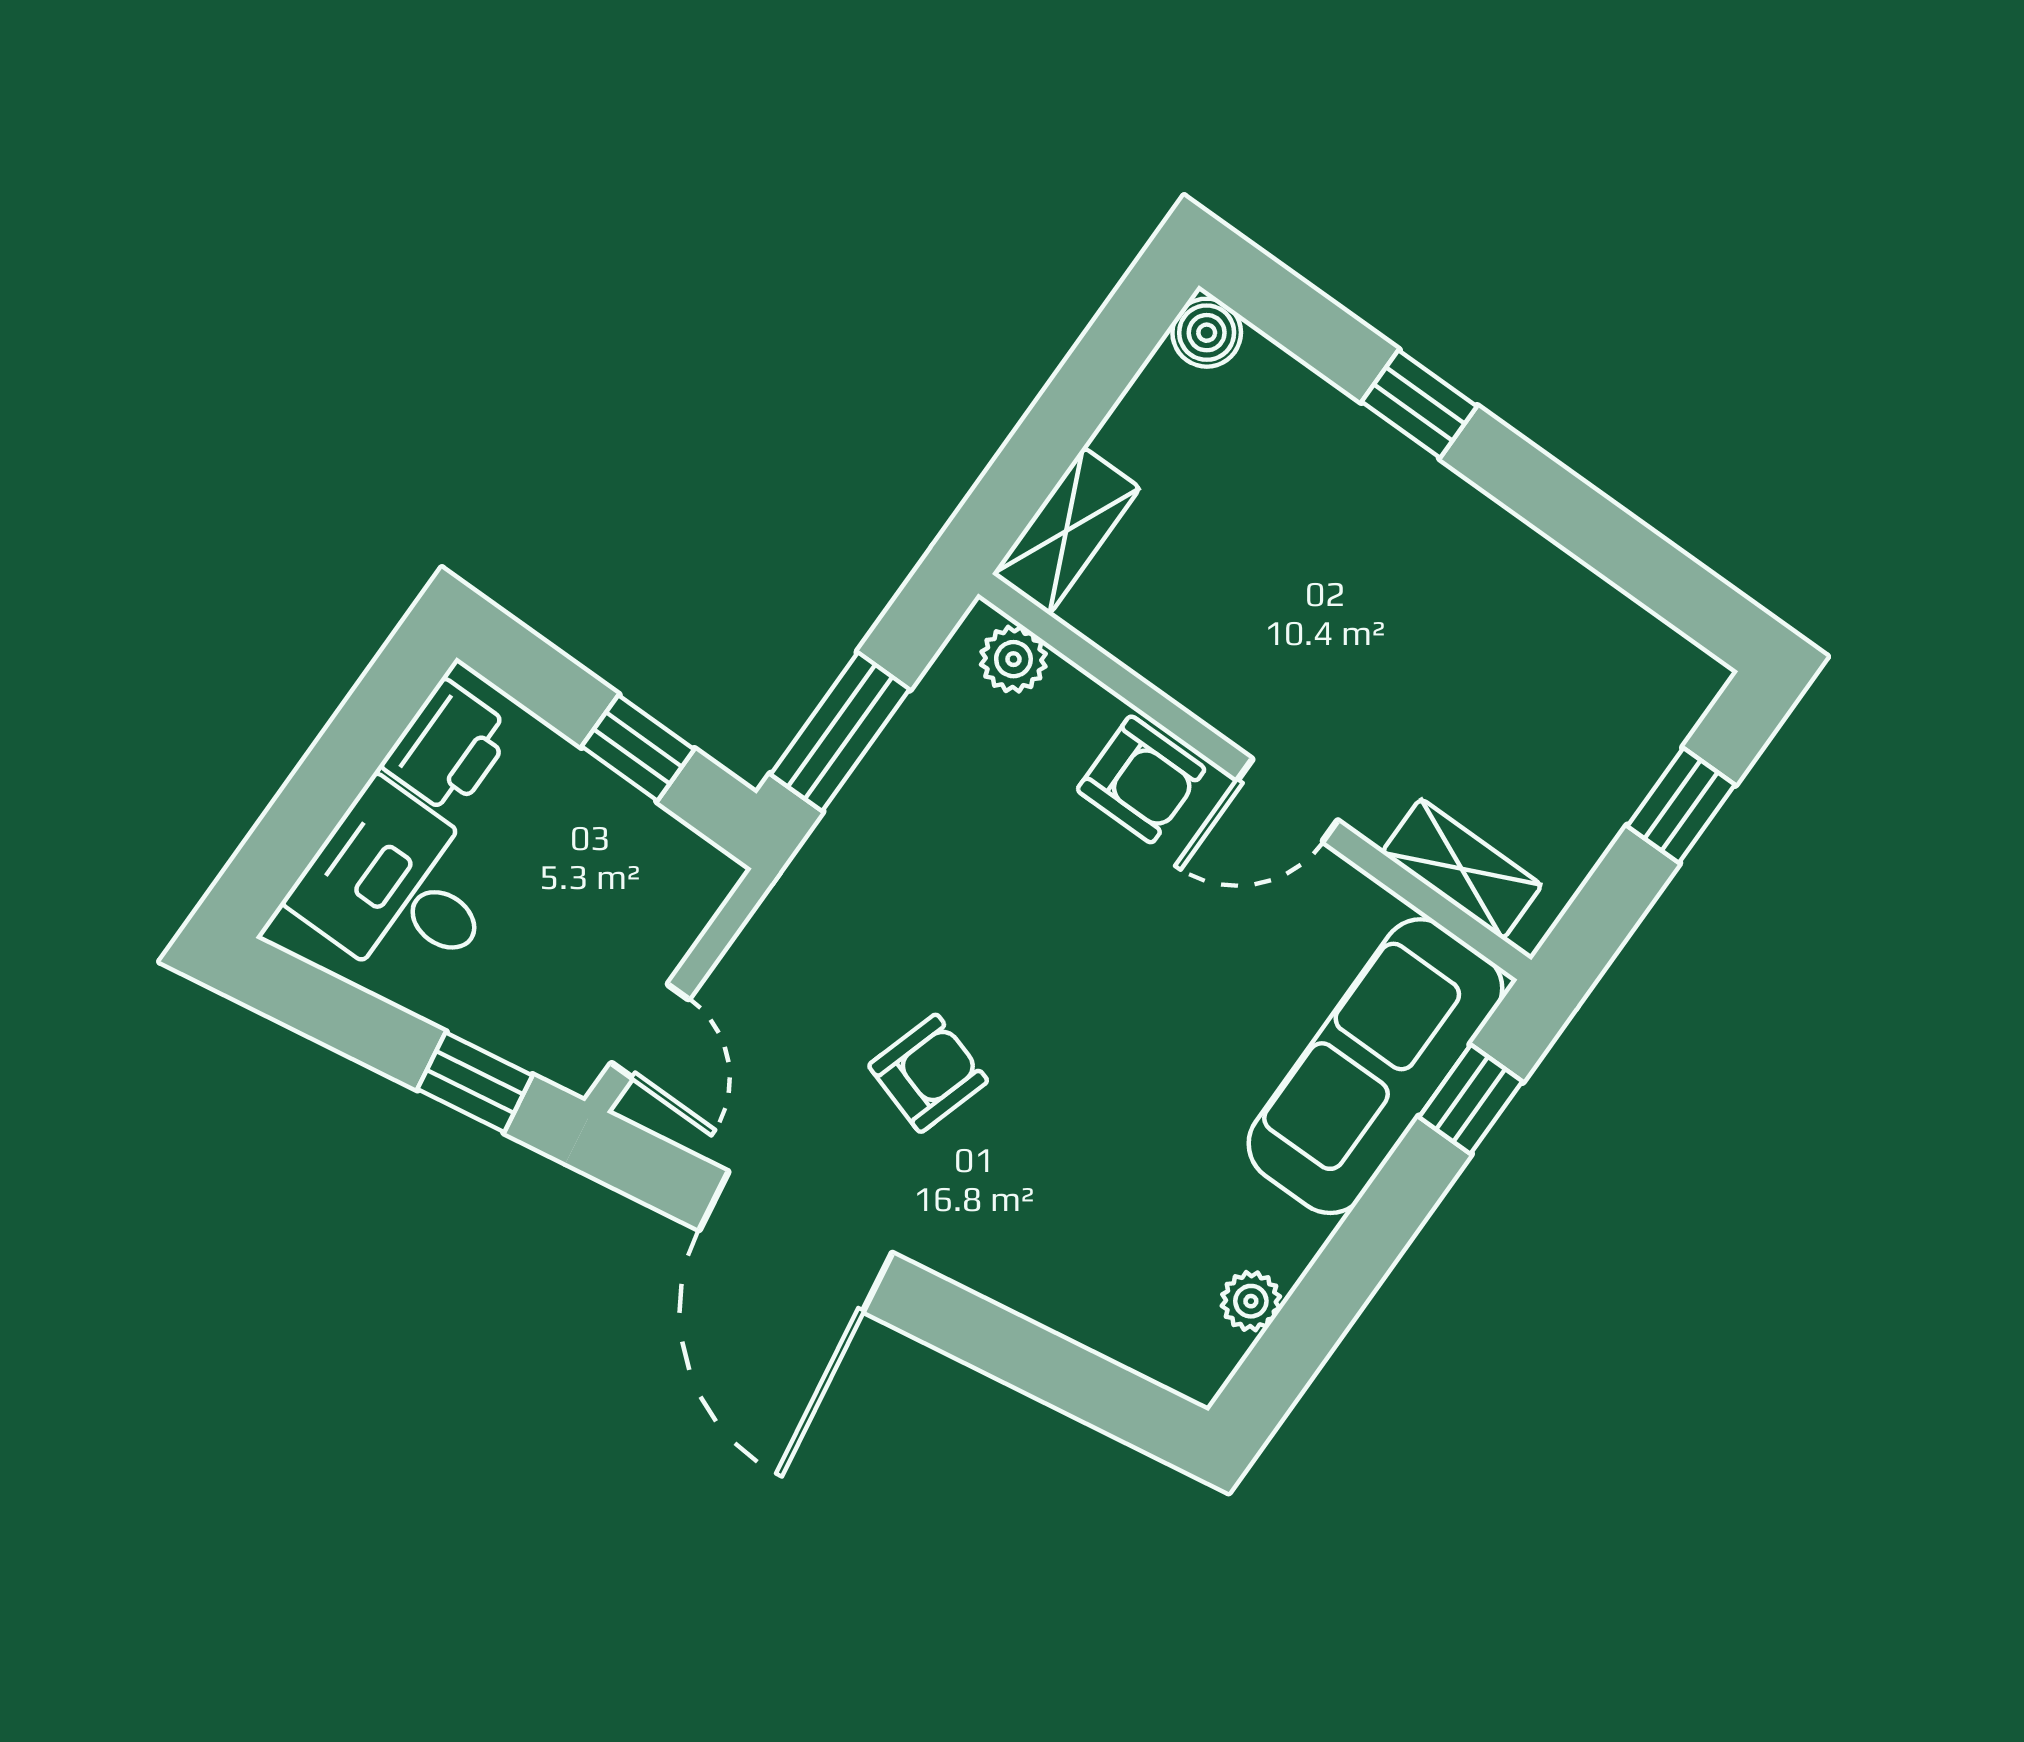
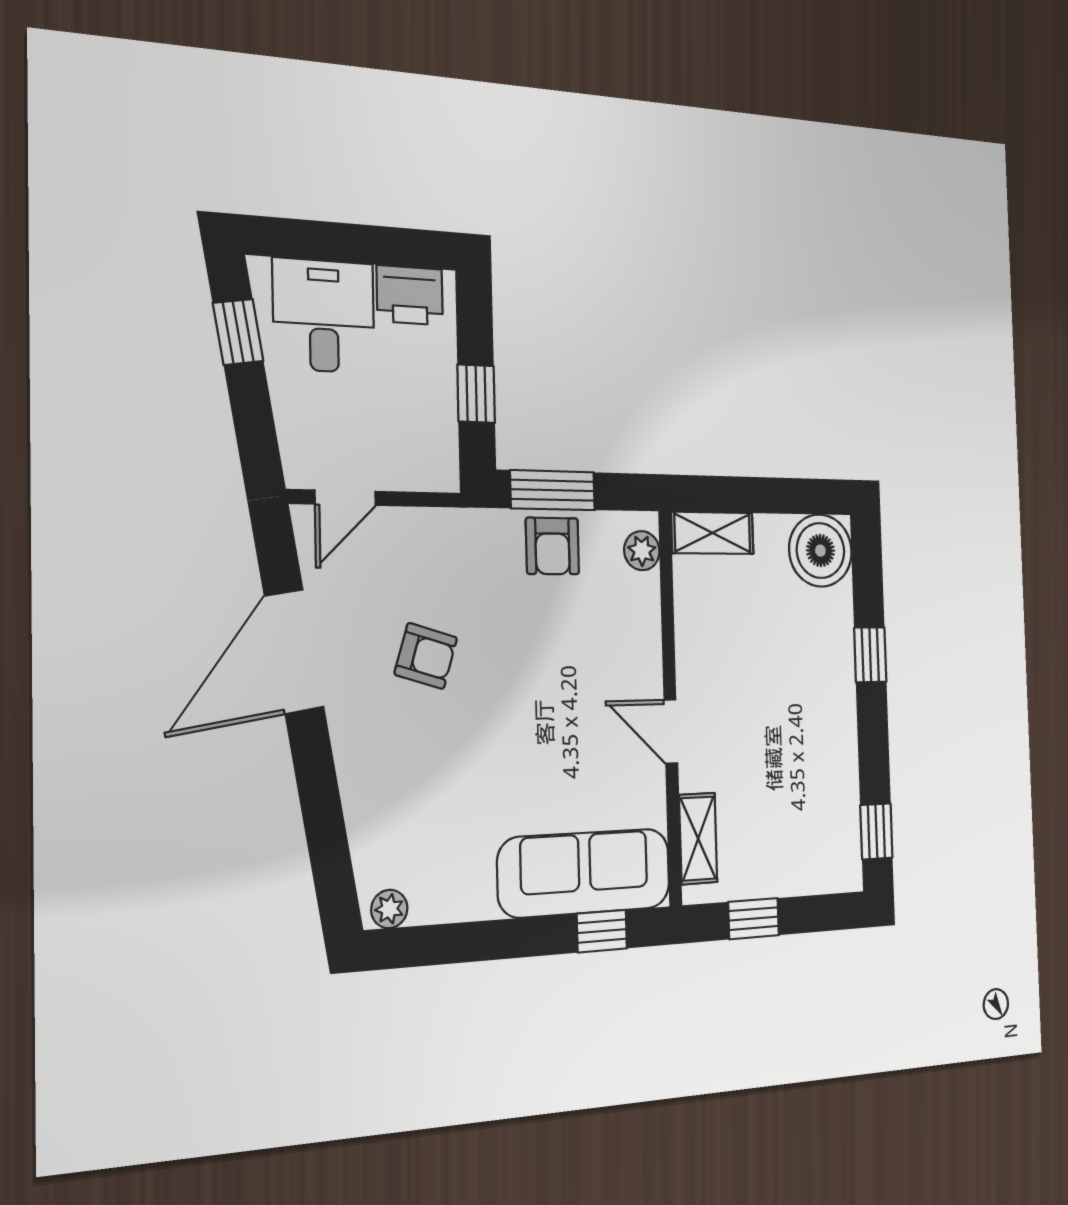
boiler: (1207, 333) -> (820, 551), width x1.86, depth x1.86
window: (1673, 586) -> (876, 831), added
armchair: (1141, 779) -> (552, 546), moved
window: (1681, 805) -> (754, 919), moved
window: (475, 1082) -> (238, 332), moved
plant: (1251, 1301) -> (389, 909), moved

